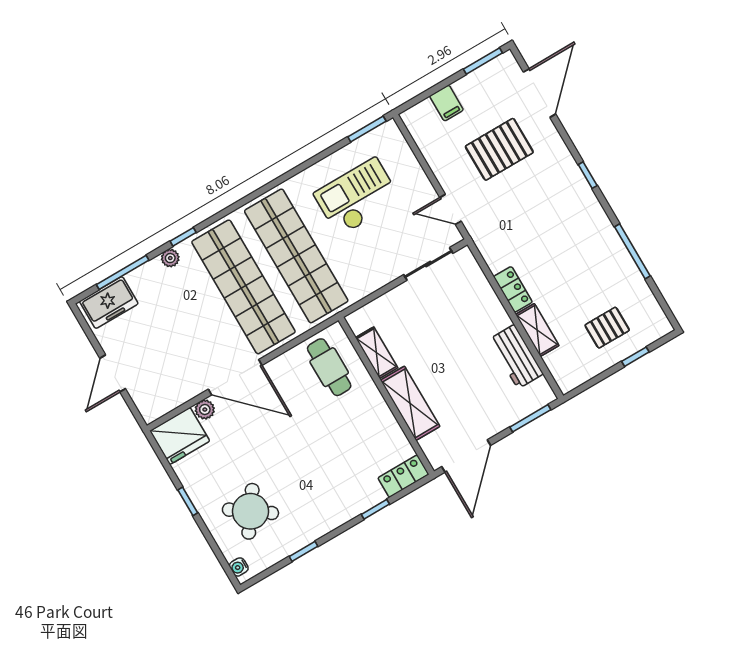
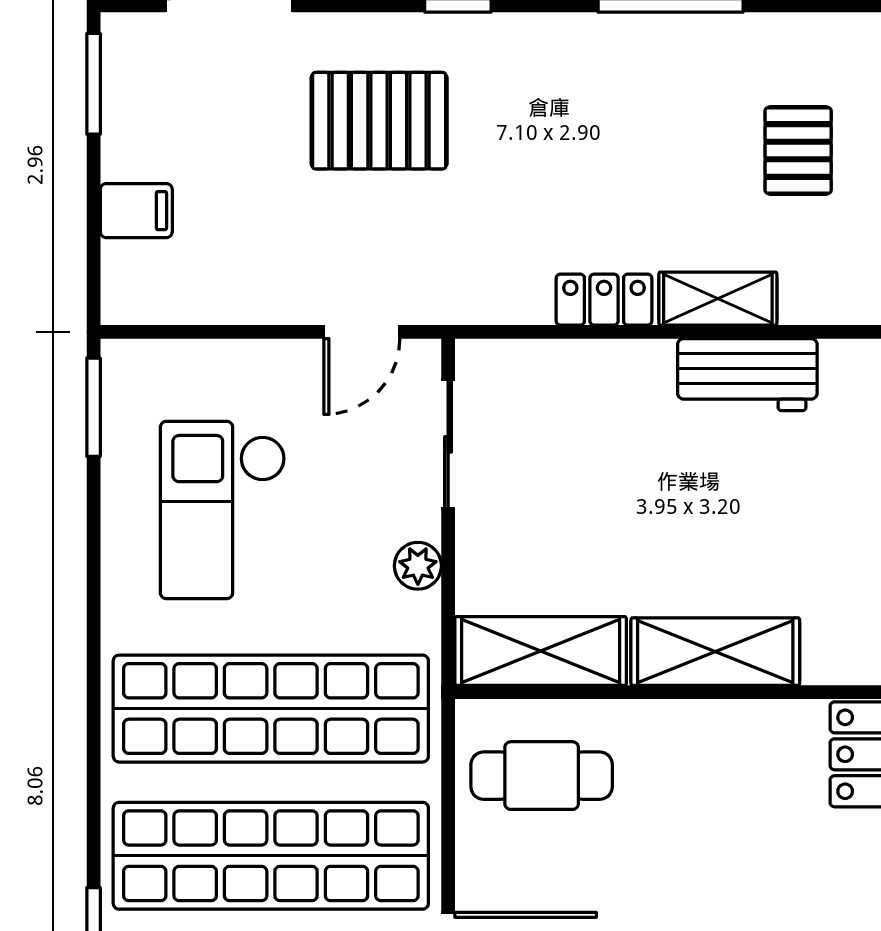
pallet: (499, 149) -> (379, 121), moved, turned 90
plant: (378, 279) -> (418, 566), added
shelving: (377, 353) -> (541, 651), width x1.50, depth x1.33

